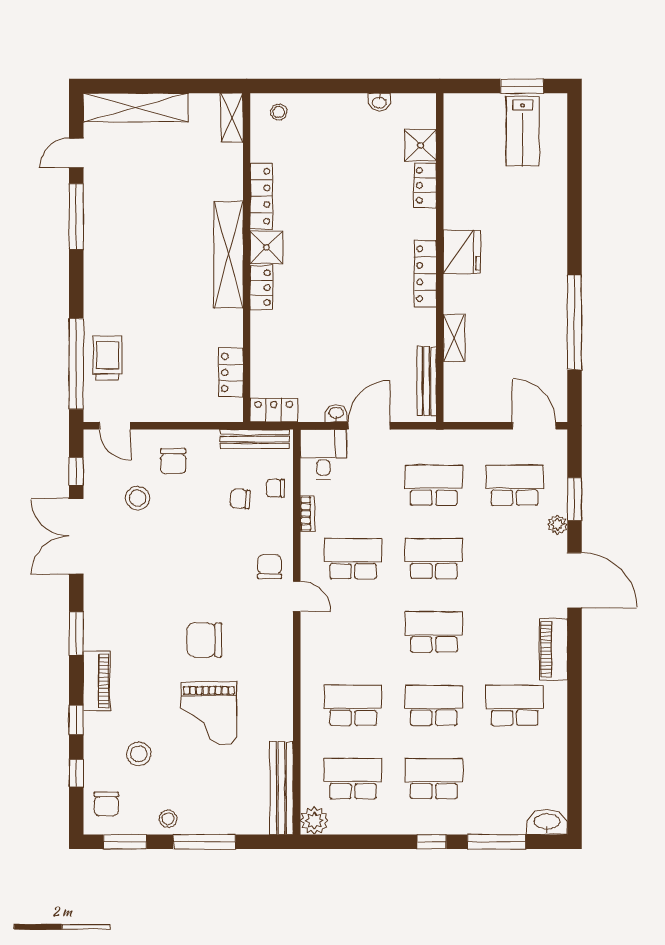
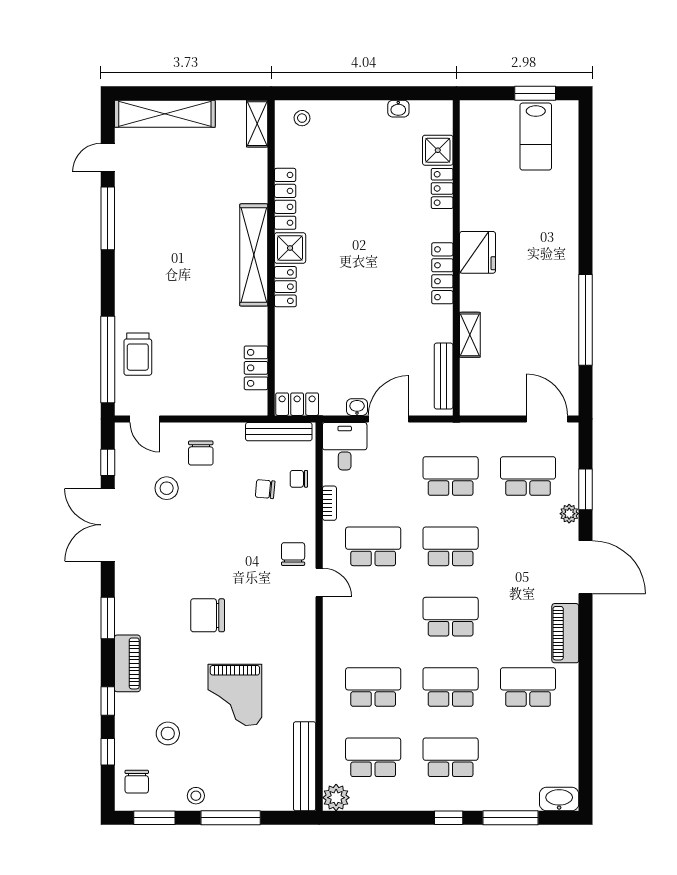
trolley: (108, 358) -> (138, 354), turned 180
chair: (204, 640) -> (208, 615), moved

